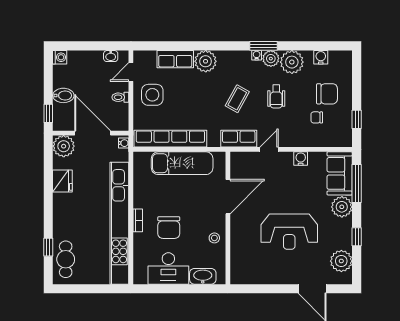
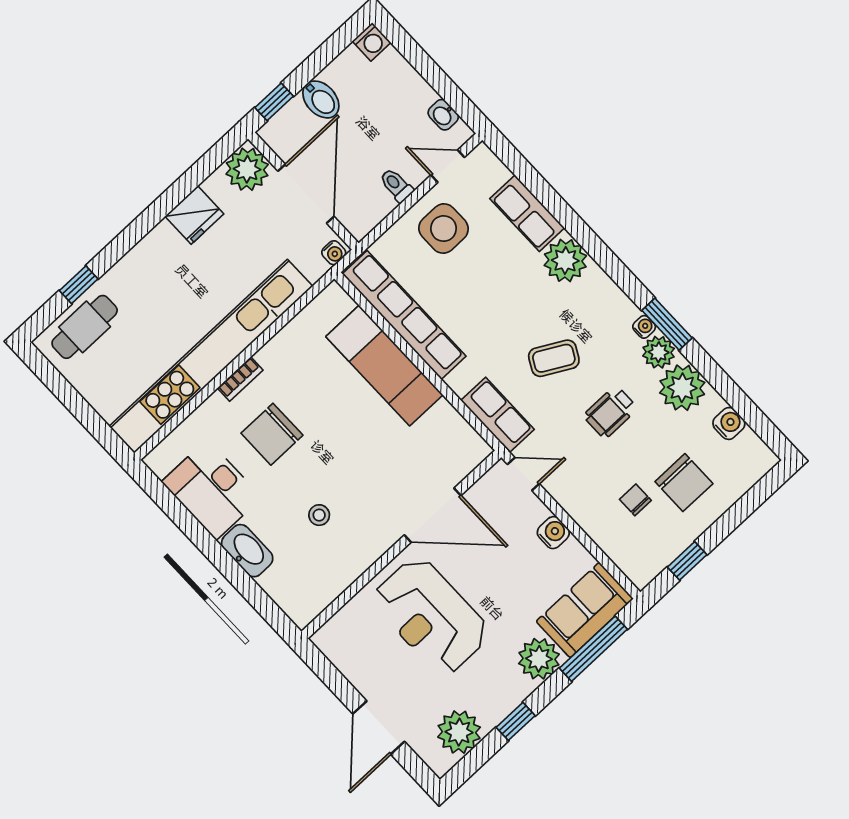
door: (228, 197) -> (433, 515), moved
wall: (228, 218) -> (401, 544), moved

